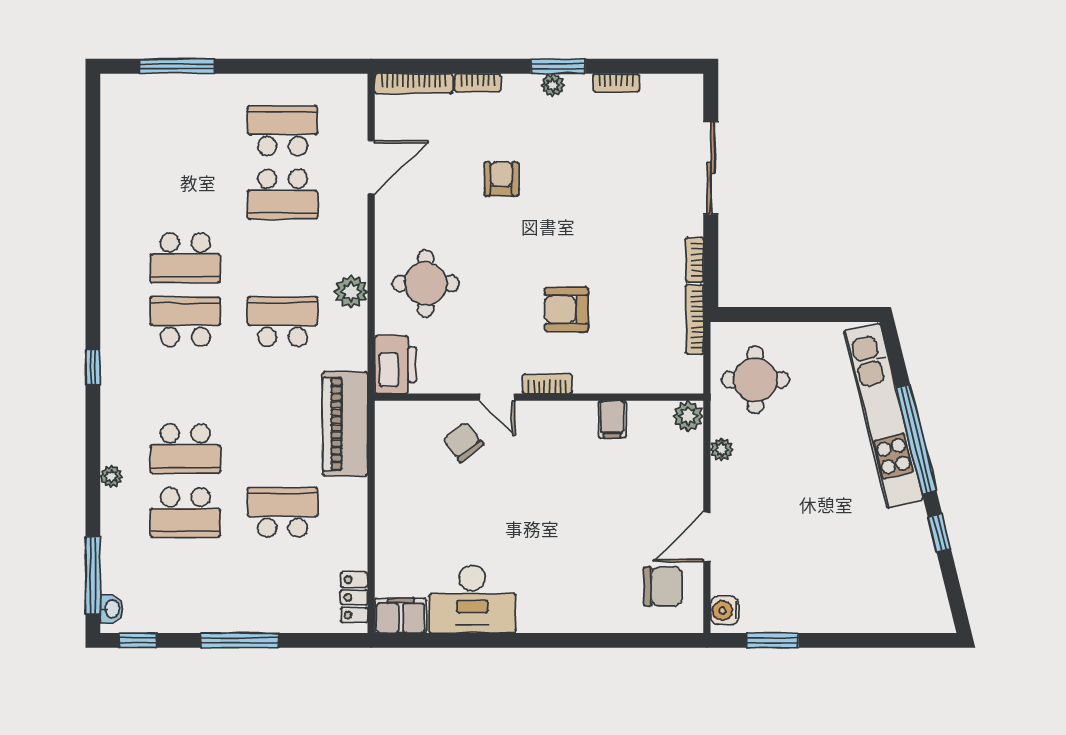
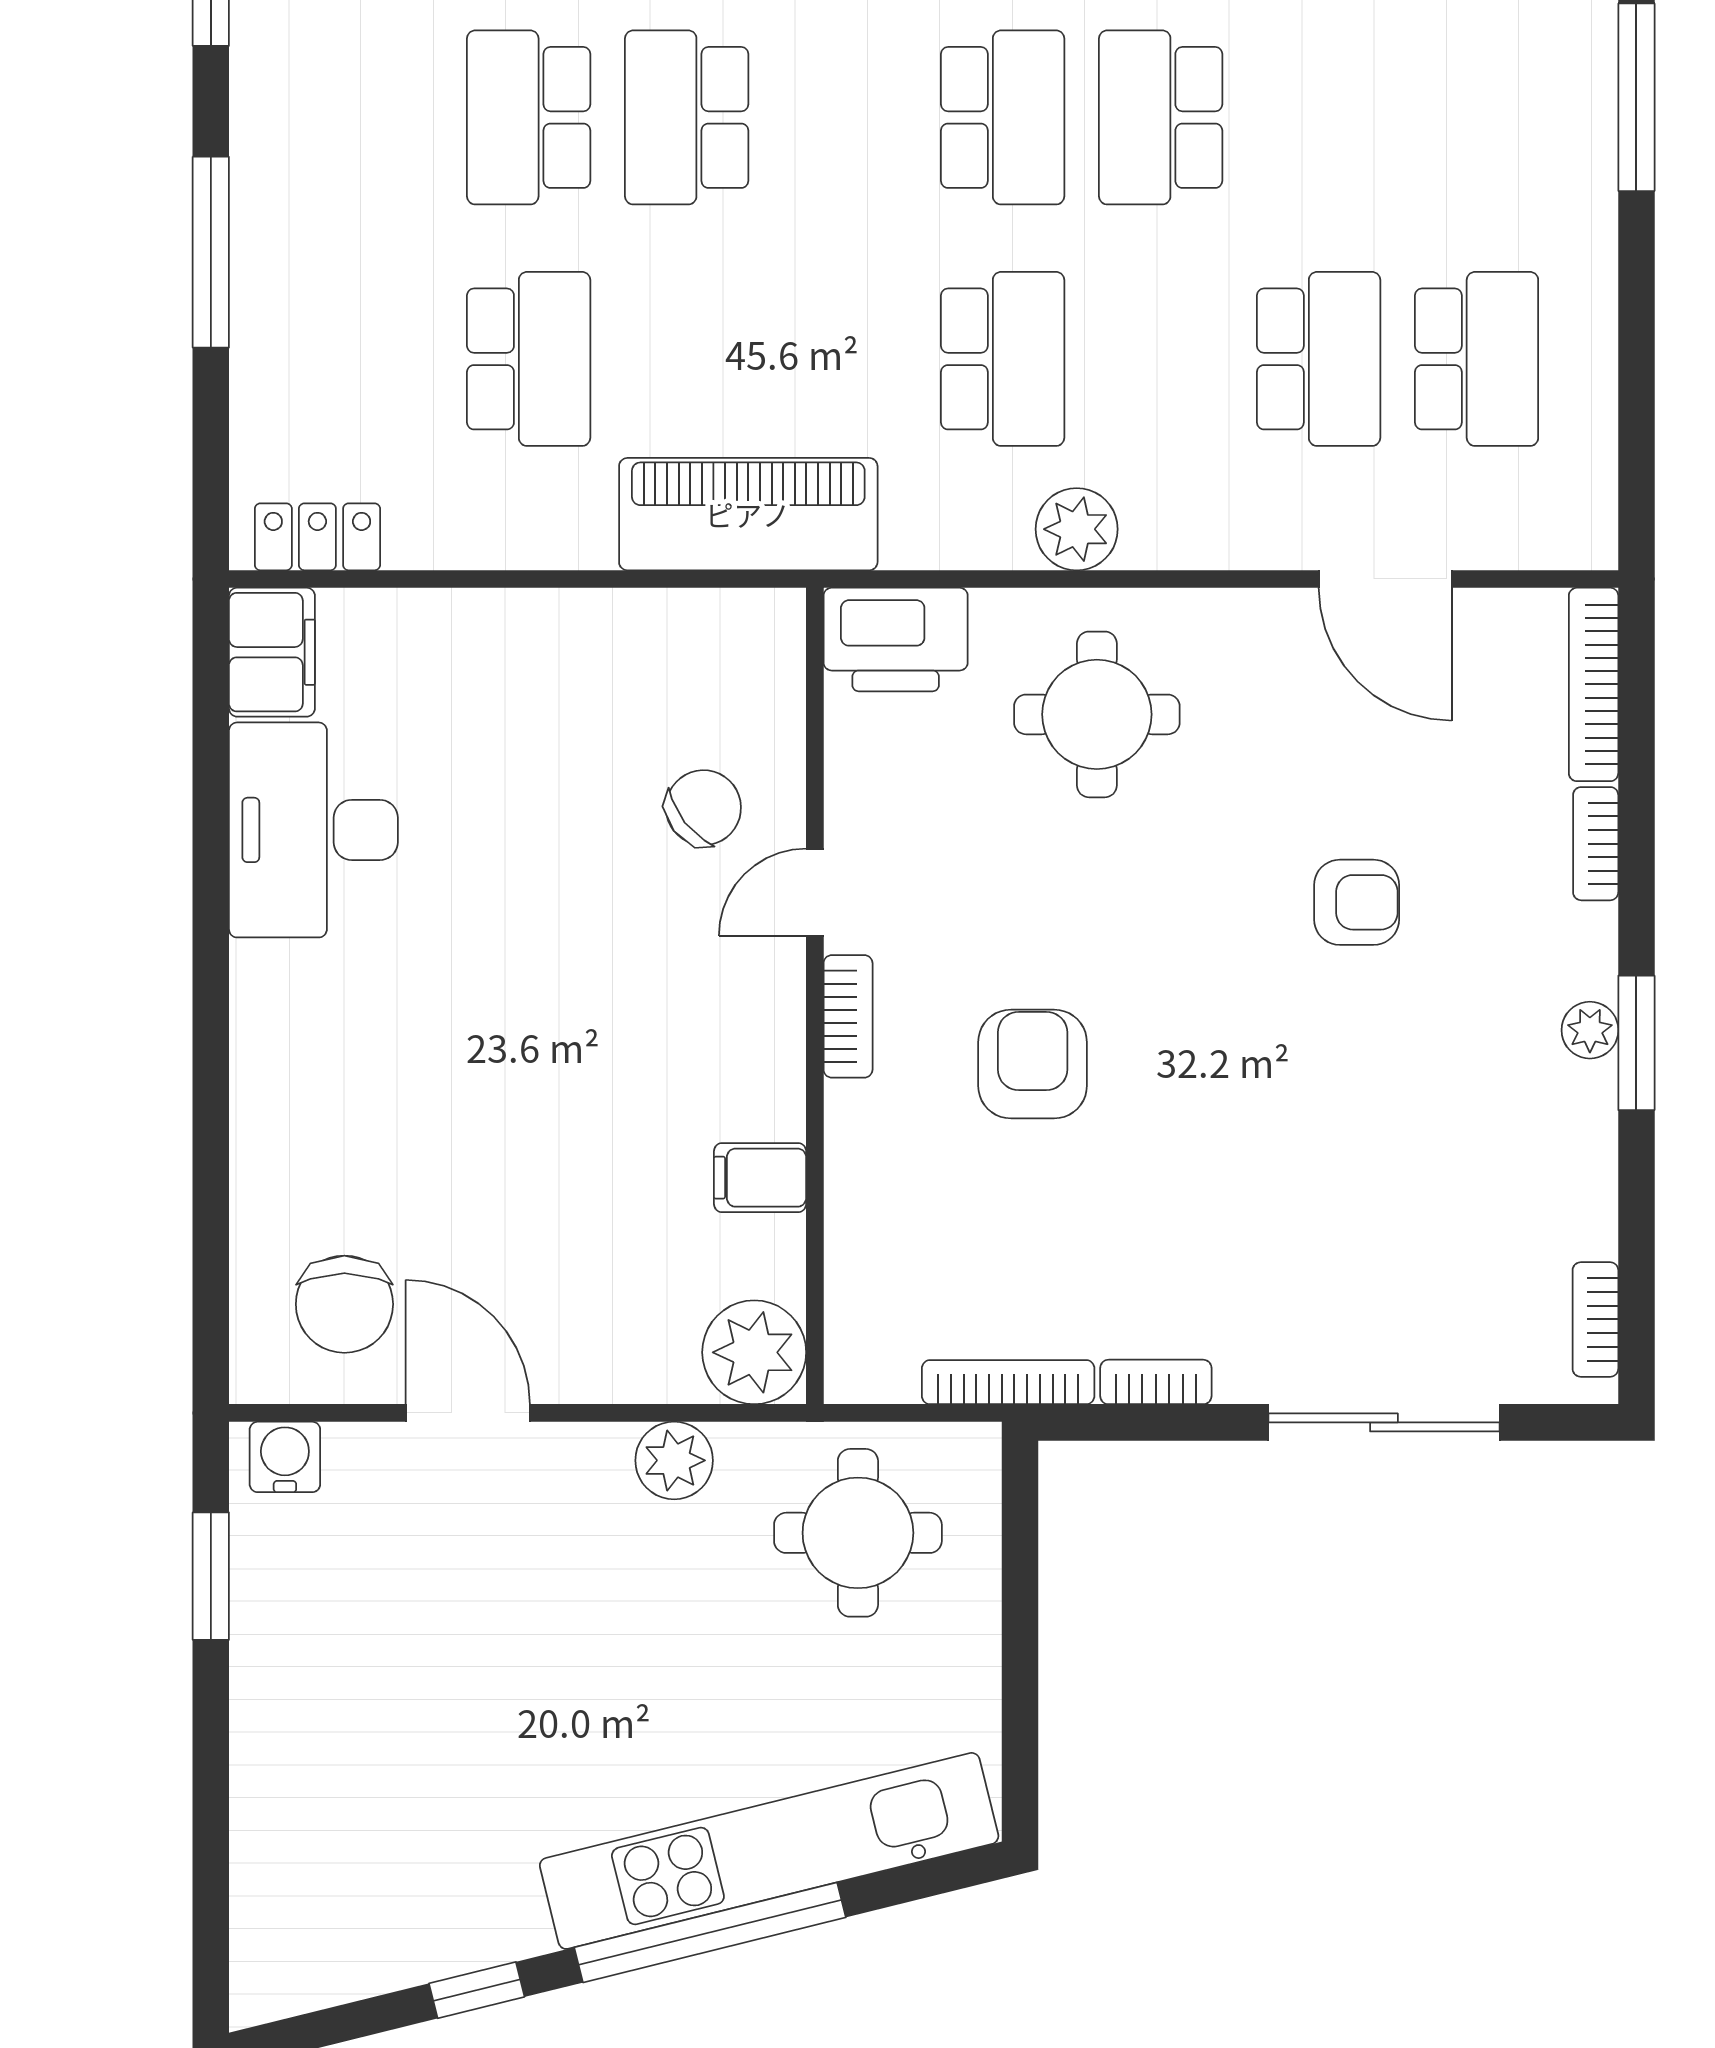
bookcase: (616, 83) -> (1595, 1319), moved
school desk: (283, 194) -> (1319, 359), turned 180
plant: (688, 416) -> (754, 1352), width x1.36, depth x1.36
plant: (722, 450) -> (674, 1460), width x1.38, depth x1.38

